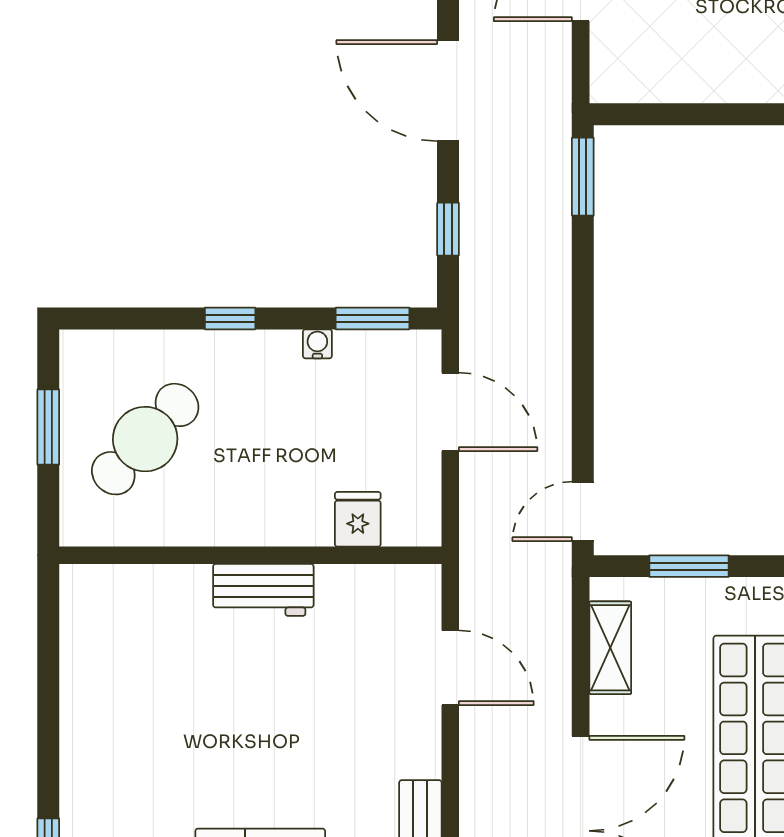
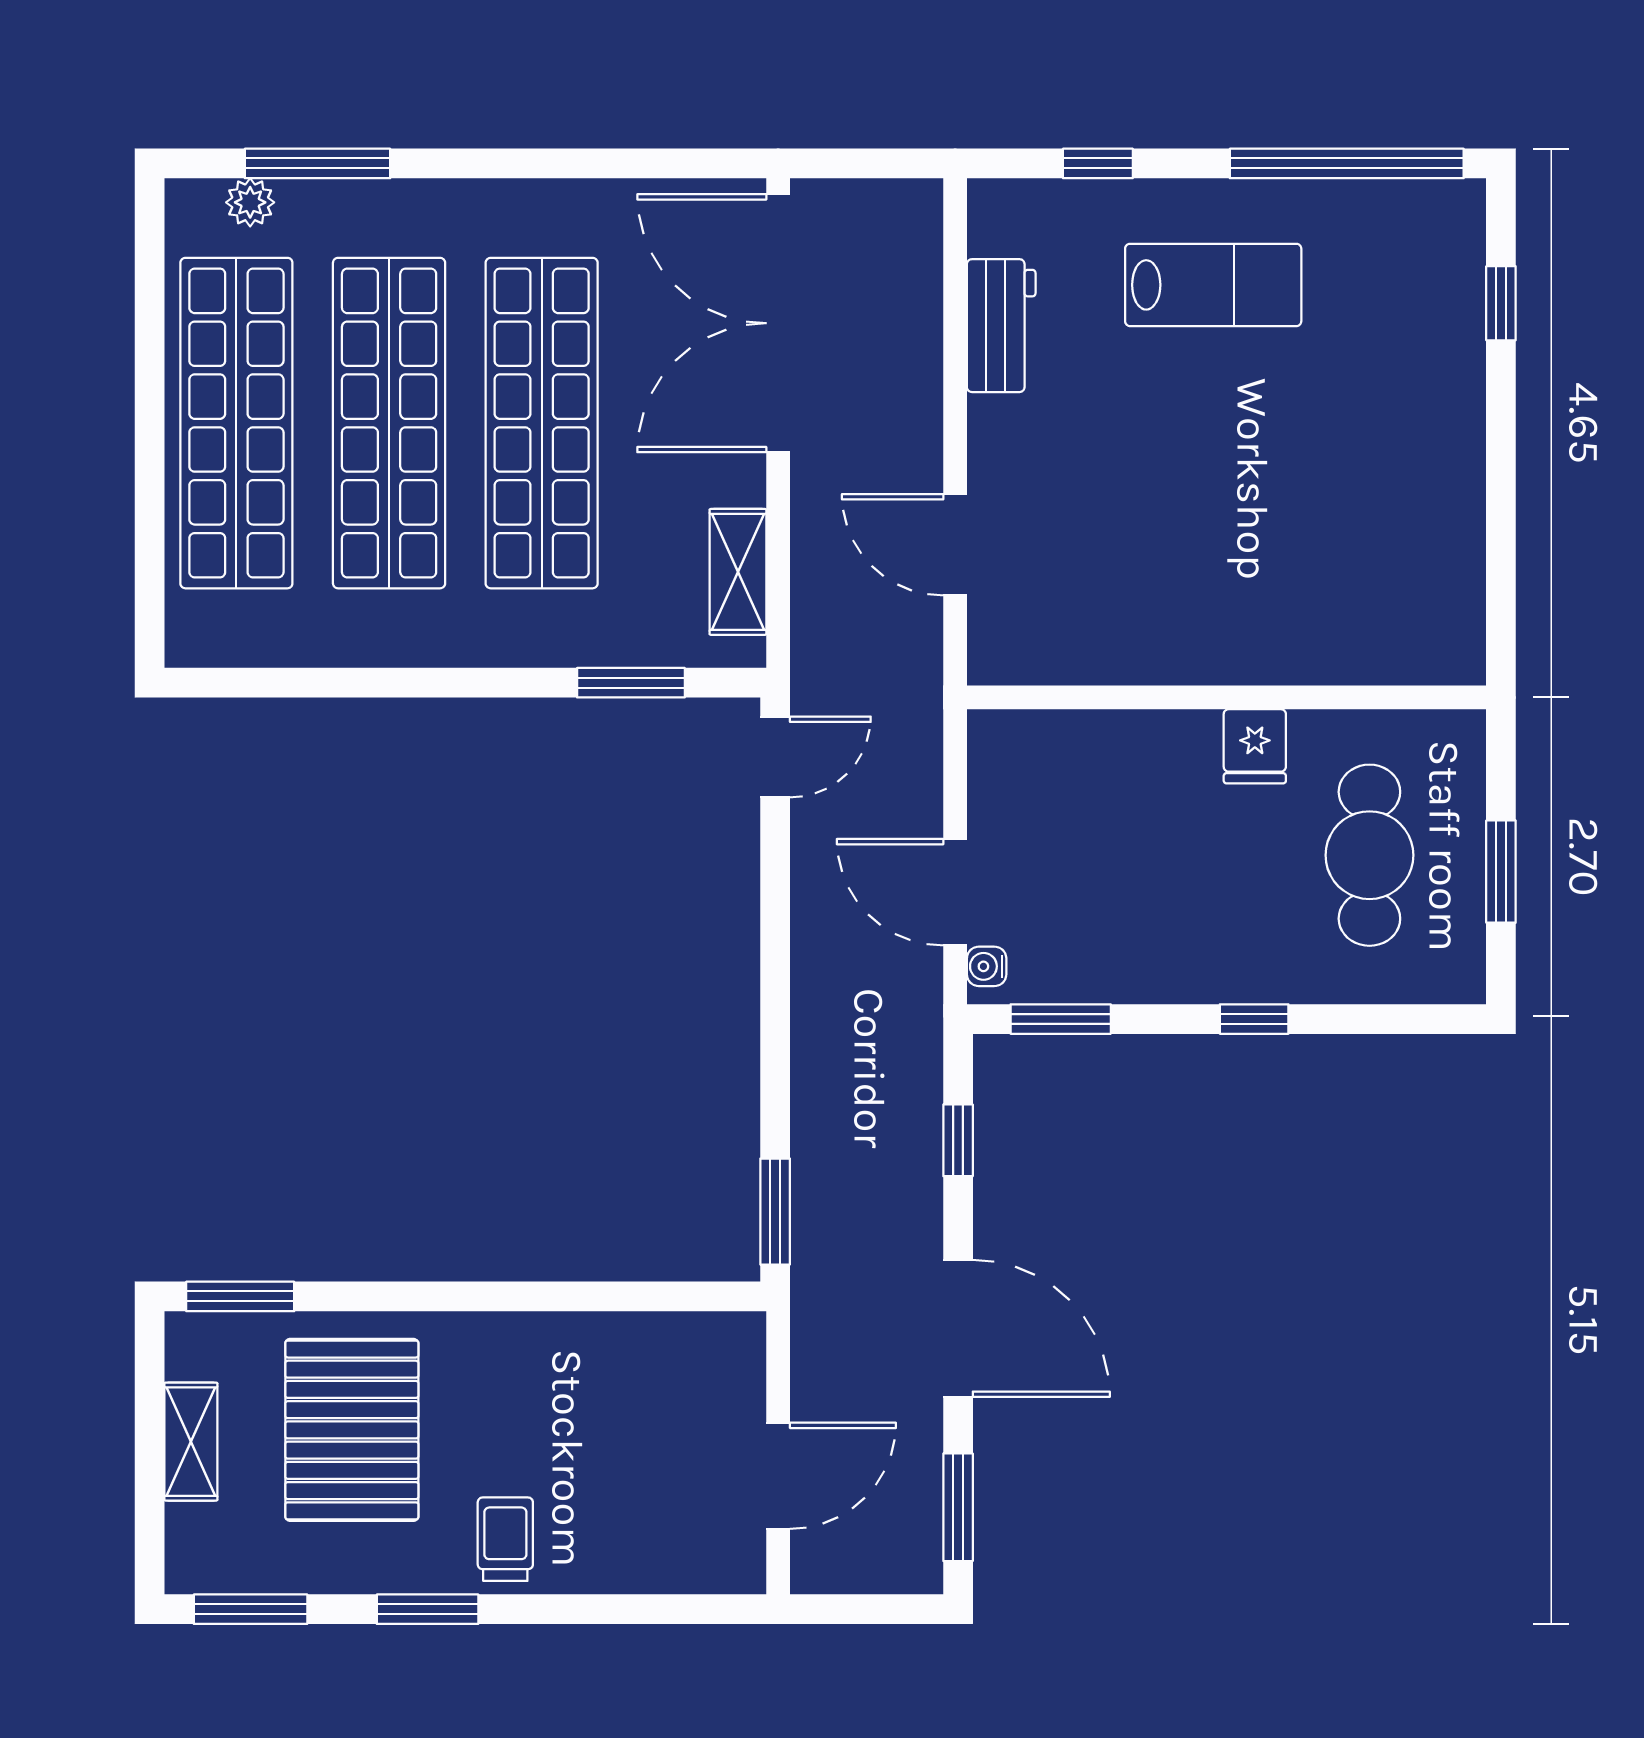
water cooler: (317, 344) -> (987, 966), moved, turned 90
cafe table: (145, 439) -> (1369, 855), turned -43
fridge: (358, 519) -> (1255, 746), moved
workbench: (263, 590) -> (1209, 650), removed

